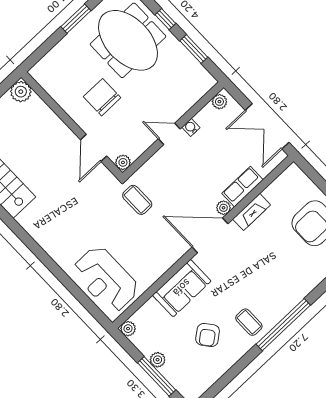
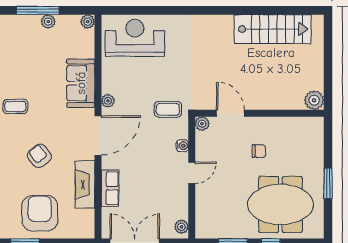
chair: (102, 97) -> (259, 151), width x0.54, depth x0.54
water cooler: (191, 127) -> (182, 146), moved
plant: (224, 208) -> (108, 101), moved
fireplace: (252, 212) -> (85, 185), width x1.37, depth x1.32
armchair: (208, 335) -> (39, 156), moved

